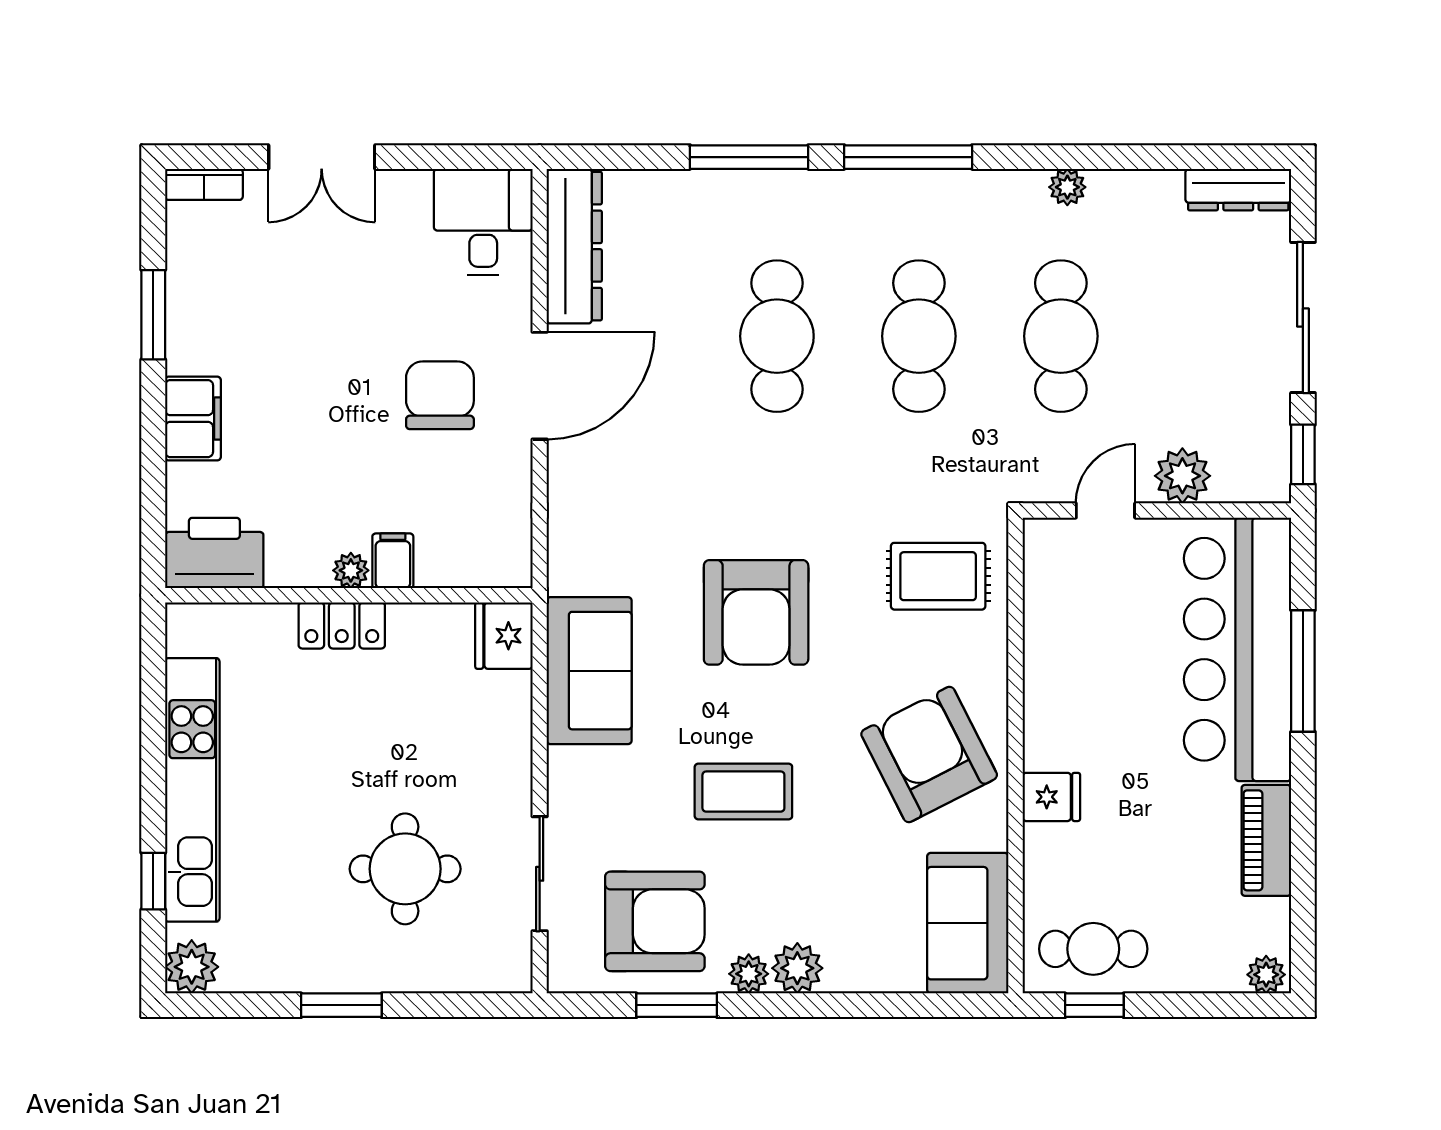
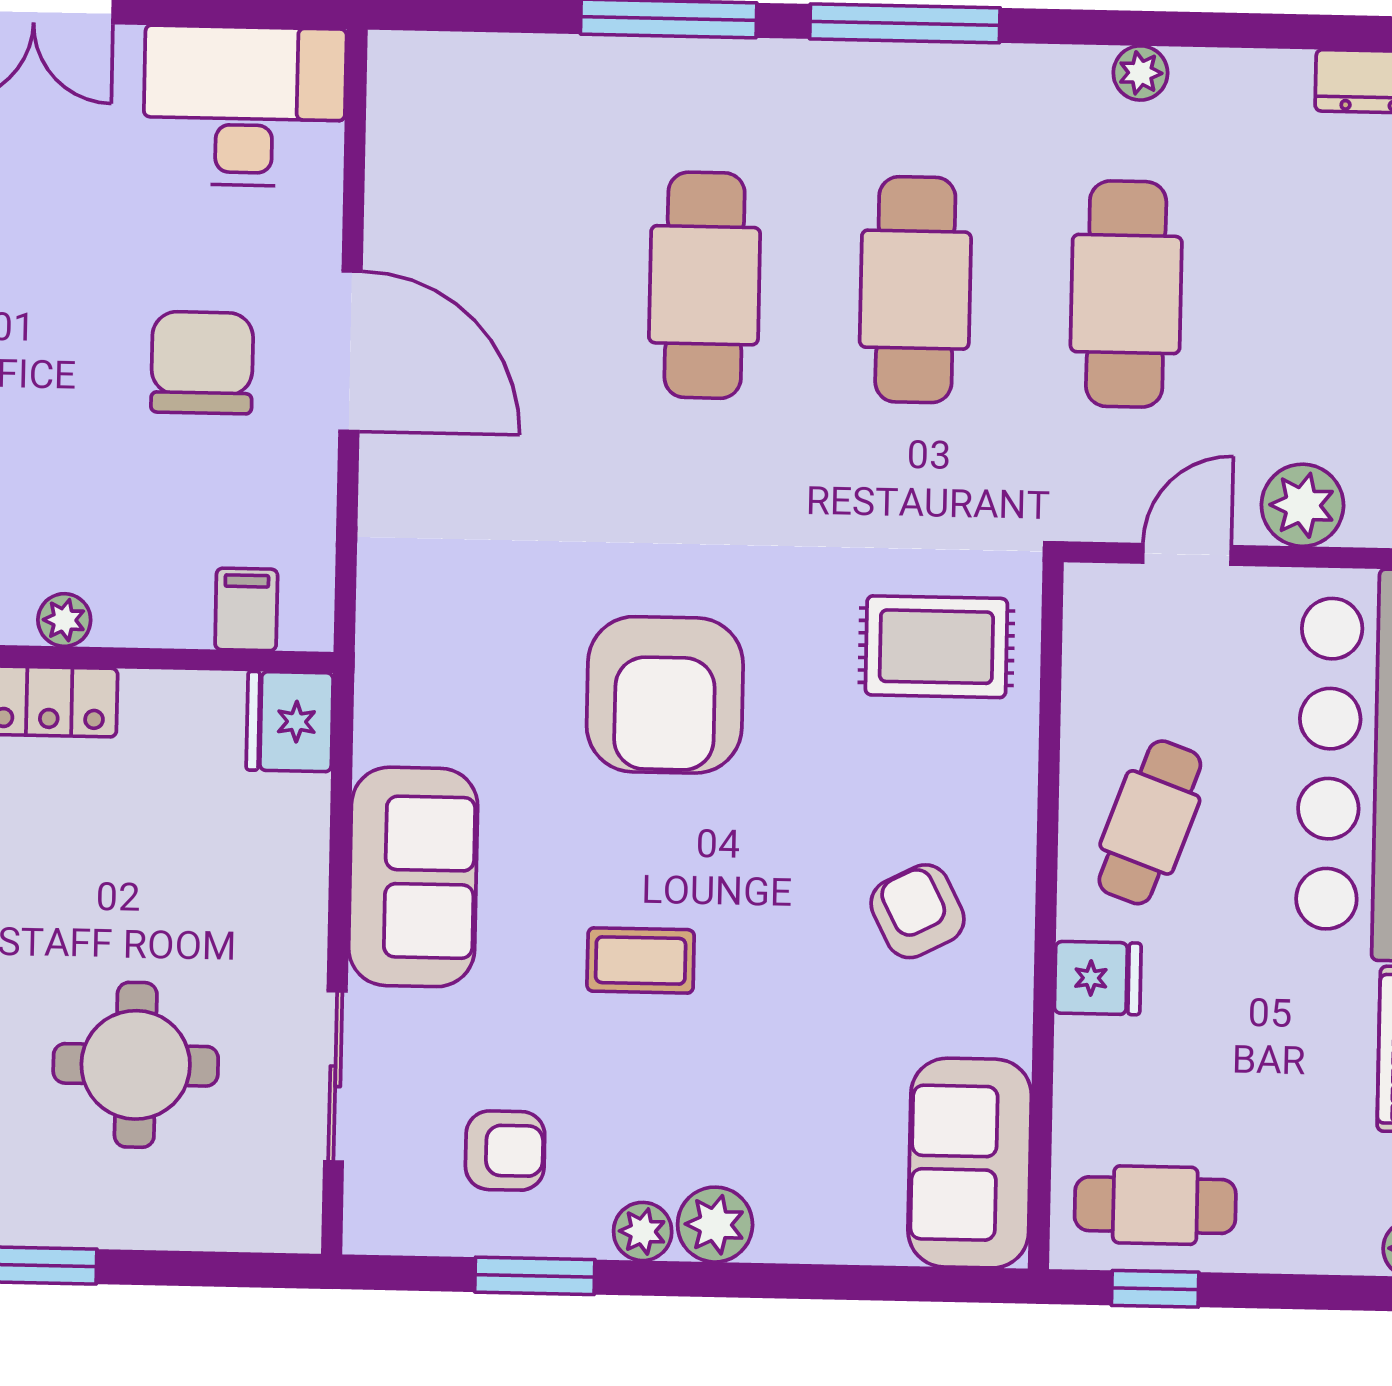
desk: (483, 222) -> (244, 106), width x1.37
dresser: (574, 246) -> (406, 145), removed
door: (540, 386) -> (350, 351), hinge flipped
filing cabinet: (393, 561) -> (246, 609), moved
sofa: (589, 671) -> (413, 877), moved
cafe table: (1084, 691) -> (1150, 822), added
armchair: (929, 754) -> (917, 911), width x0.53, depth x0.53
coffee table: (743, 792) -> (641, 960), width x0.73, depth x0.77
armchair: (655, 921) -> (505, 1151), width x0.53, depth x0.53

